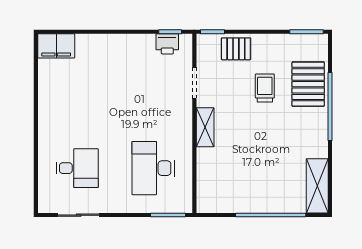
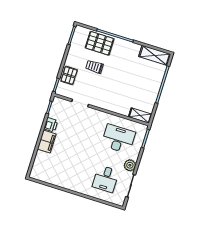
printer: (167, 44) -> (51, 125), moved
filing cabinet: (56, 46) -> (47, 141), moved
shelving: (205, 127) -> (140, 116), moved
desk: (77, 168) -> (106, 179), turned 180
desk: (153, 168) -> (118, 139), turned 180
plant: (114, 203) -> (130, 165), added

